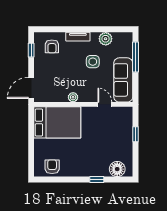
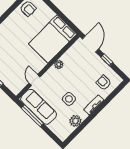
window: (31, 50) -> (107, 60), moved
window: (136, 57) -> (32, 116), moved
door: (105, 104) -> (35, 80), swing flipped

